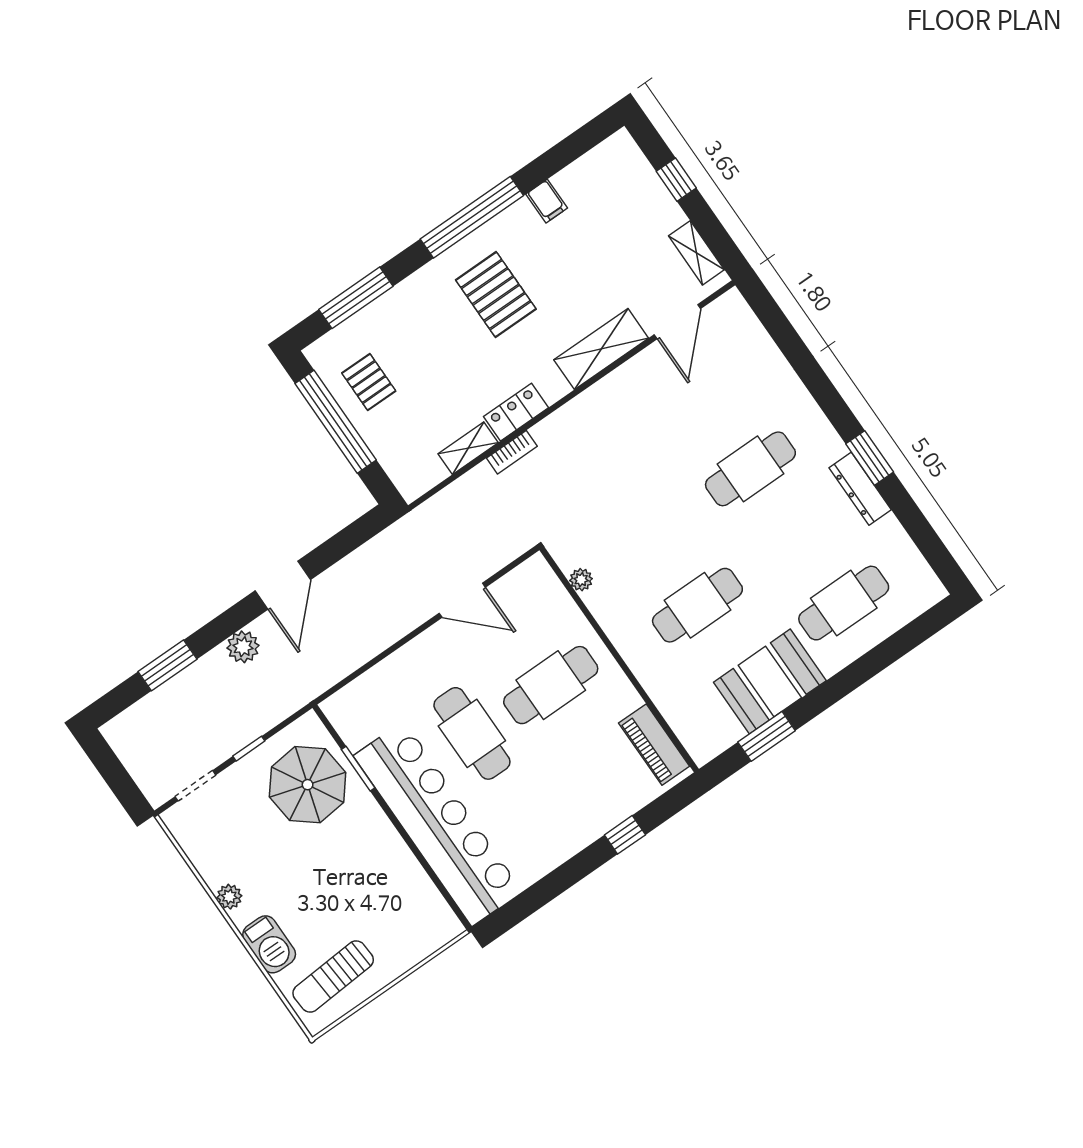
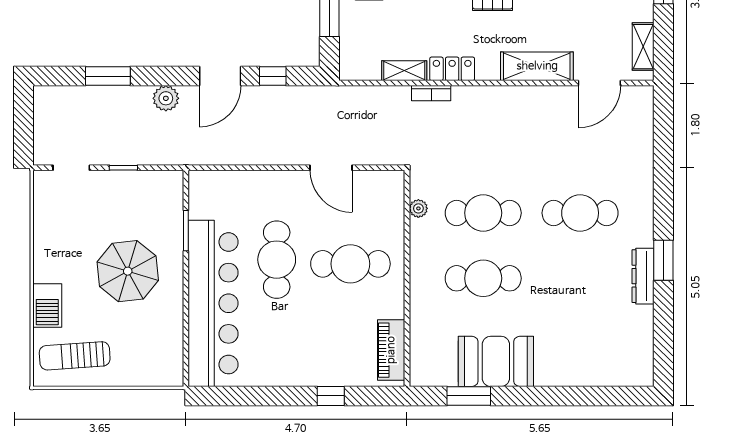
window: (337, 548) -> (273, 76), added
cafe table: (844, 603) -> (483, 213), moved
parasol: (308, 785) -> (128, 271), moved
plant: (229, 897) -> (43, 256), removed

